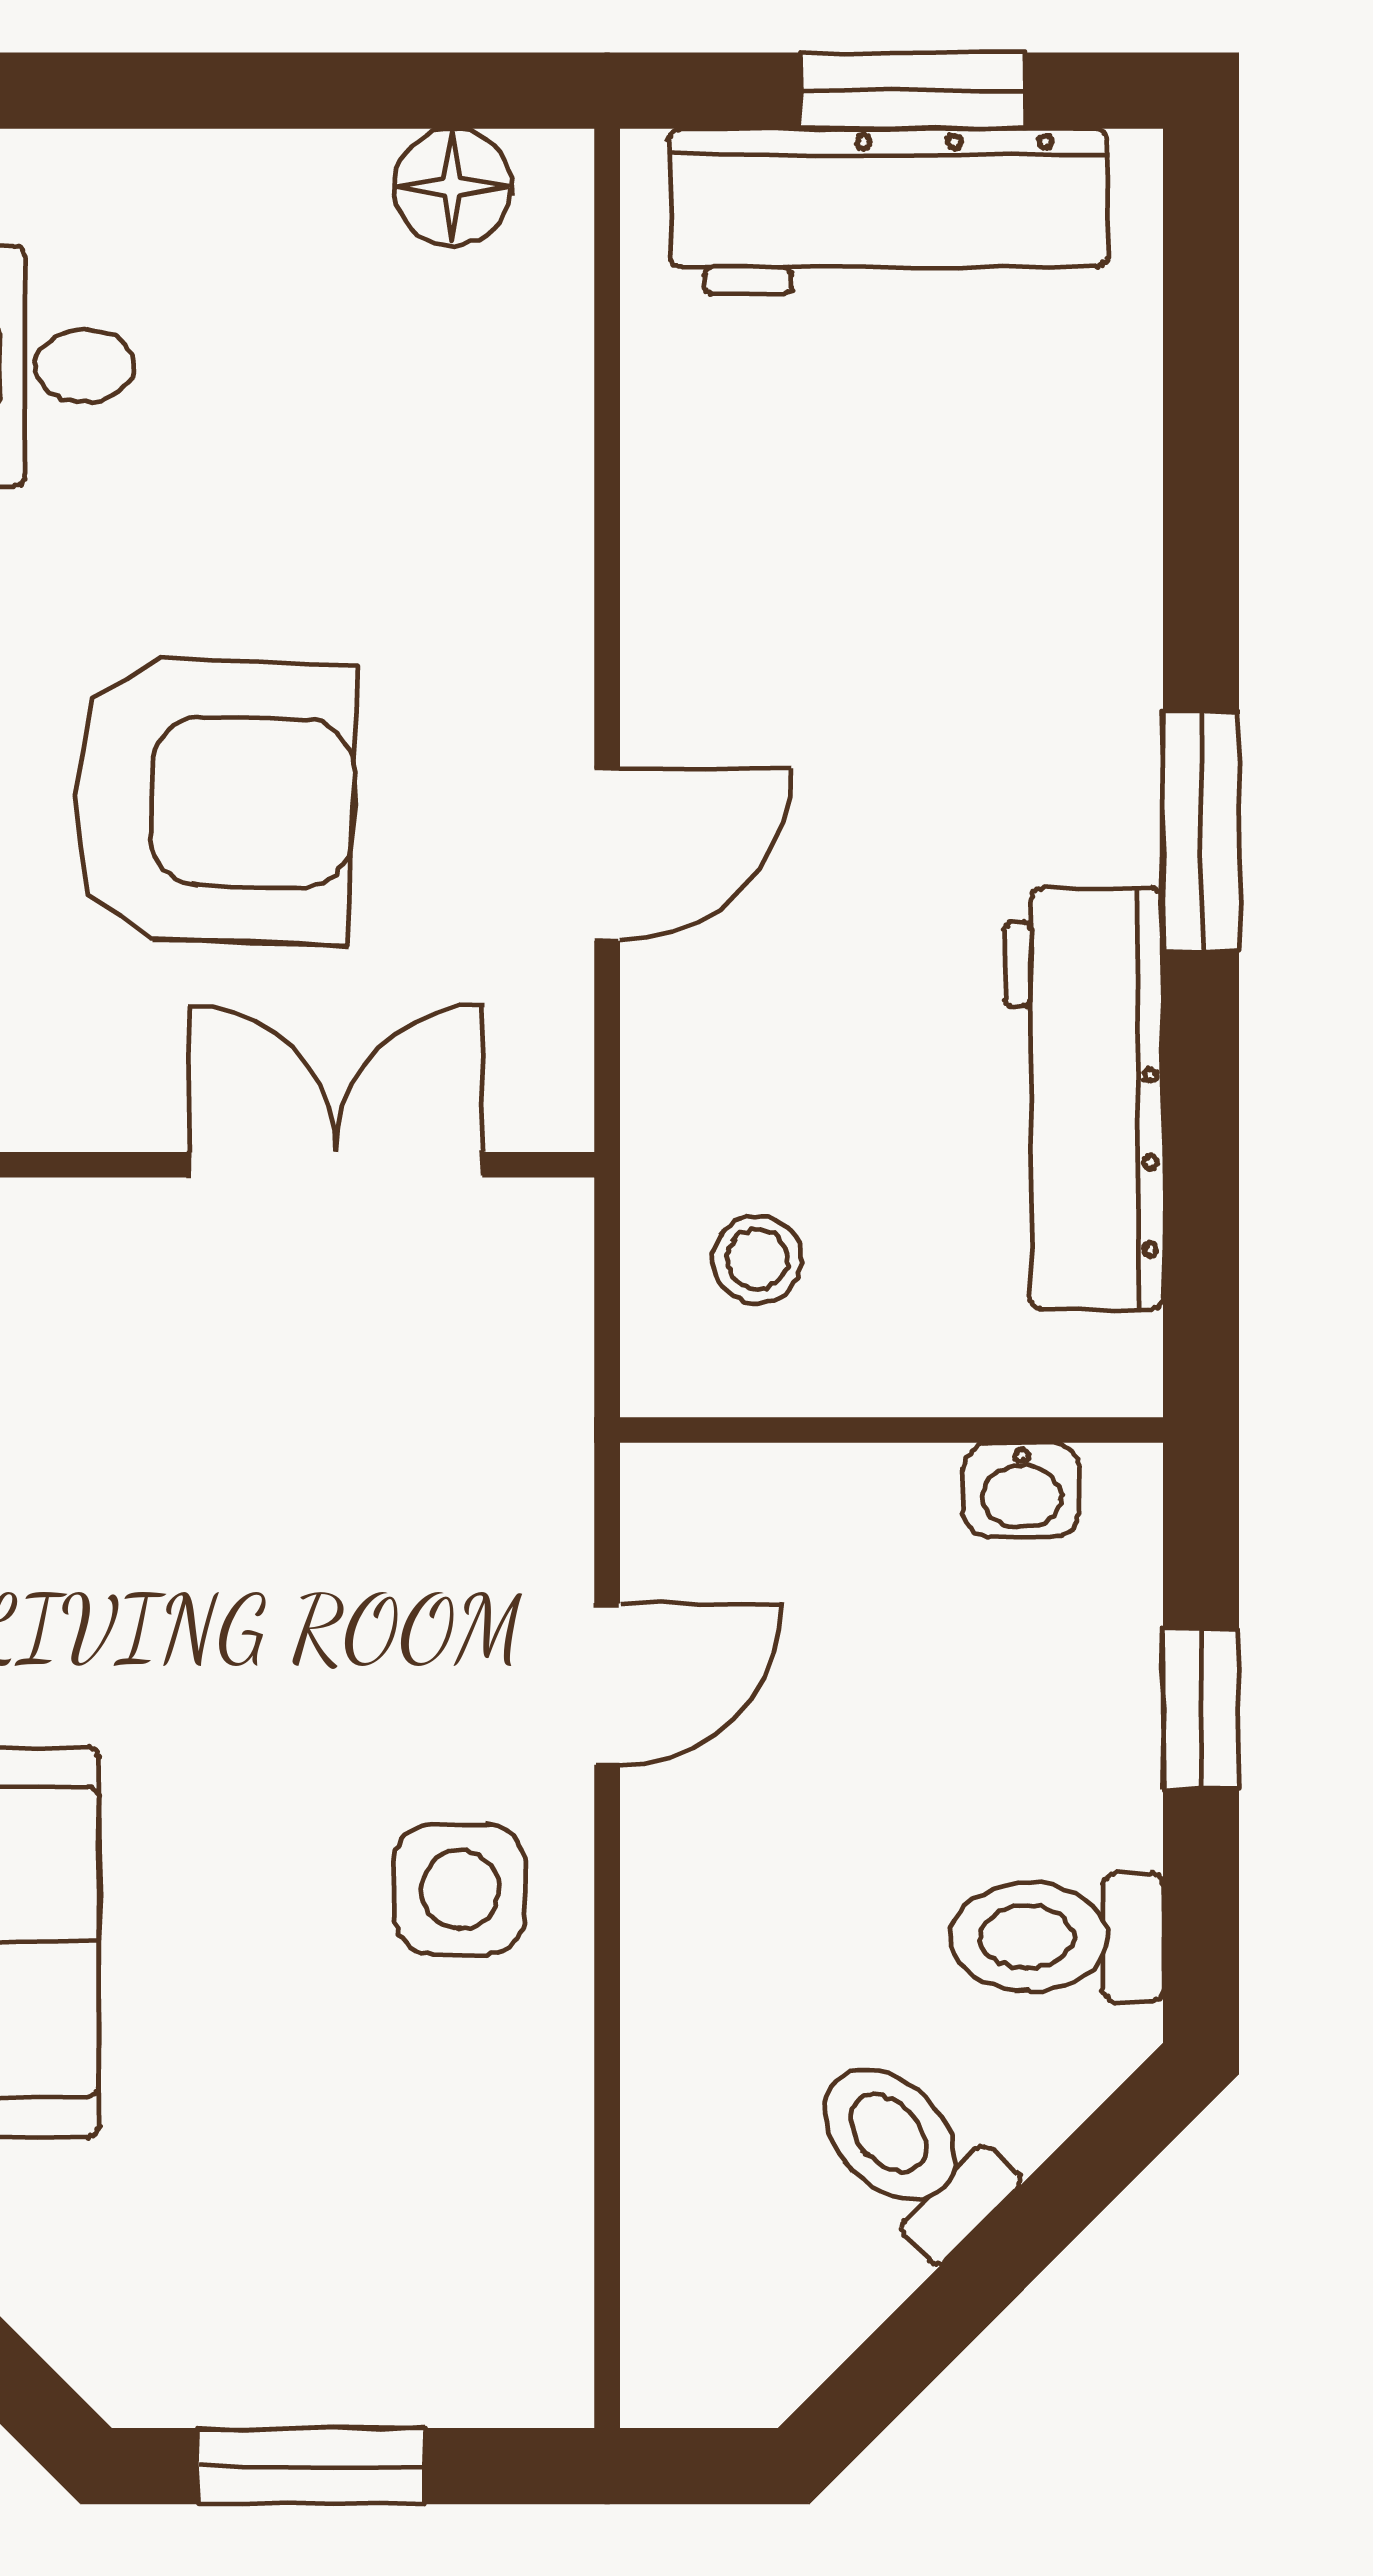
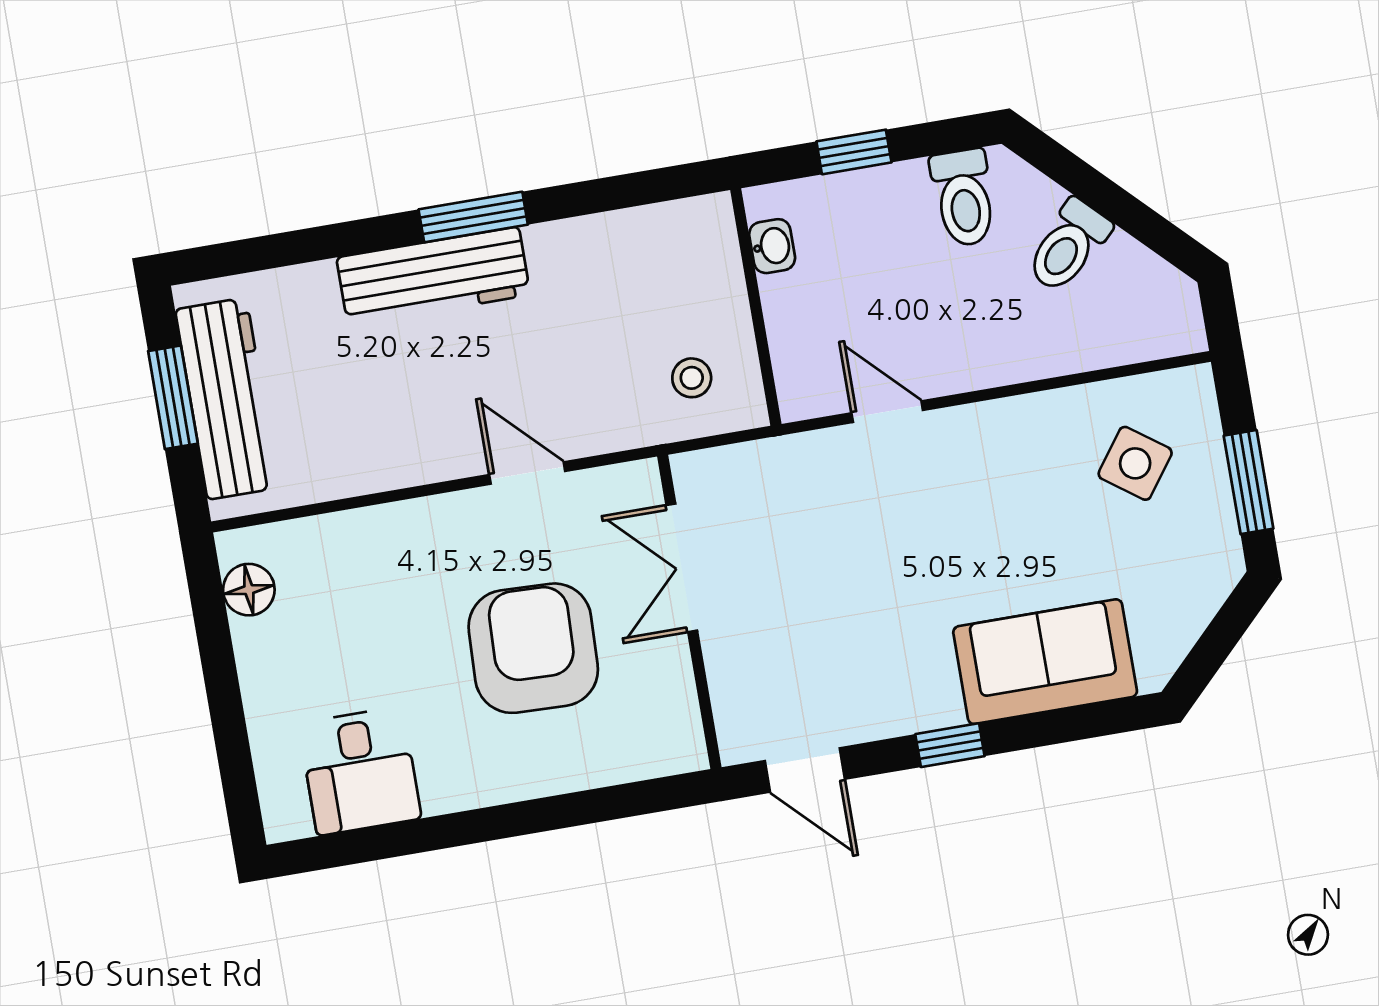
workbench: (1084, 1099) -> (433, 276), moved
side table: (460, 1889) -> (1135, 463), moved, turned 36

